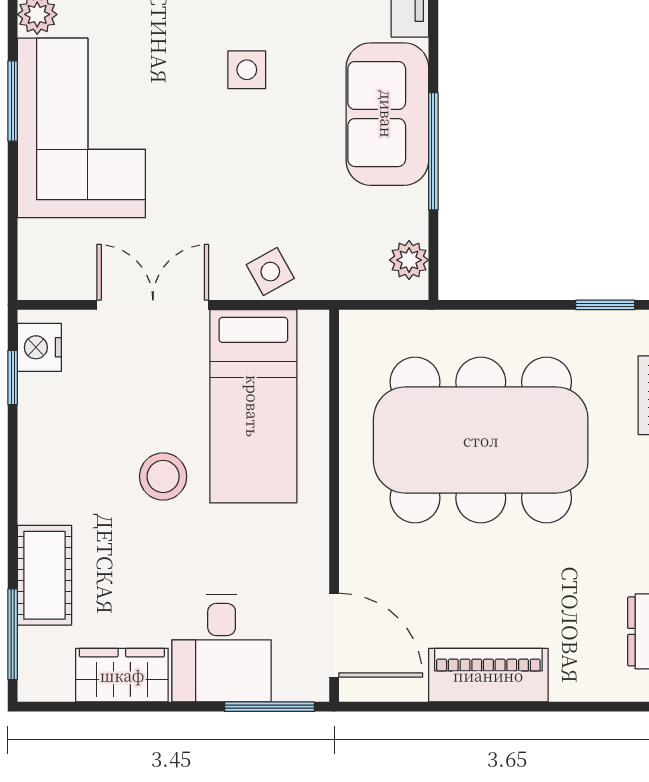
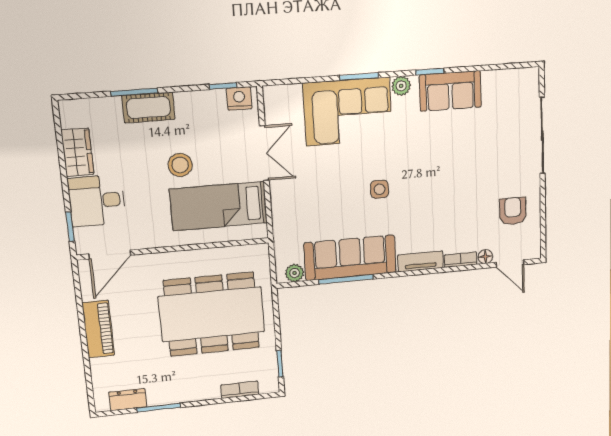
sofa: (387, 114) -> (350, 258), width x1.36
side table: (270, 272) -> (285, 209), removed
dining table: (481, 440) -> (212, 314), turned 90
cot: (44, 575) -> (148, 108), moved
window: (13, 634) -> (134, 92), moved
window: (270, 707) -> (70, 227), width x0.67

